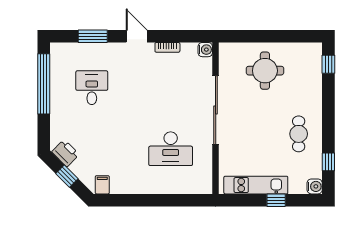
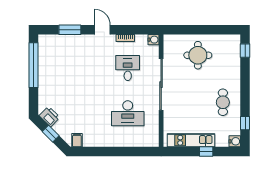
desk: (92, 88) -> (128, 68), moved

